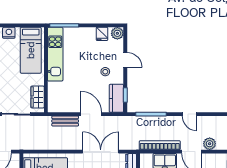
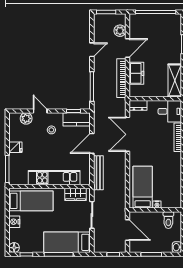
plant: (117, 33) -> (26, 118), moved
fridge: (102, 34) -> (15, 147), moved
kitchen unit: (55, 54) -> (54, 178), moved
door: (125, 60) -> (40, 111), hinge flipped
bench: (65, 121) -> (98, 173), width x1.36

